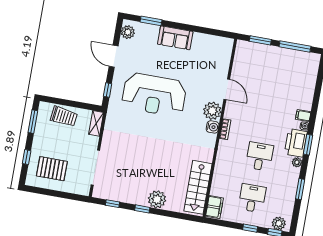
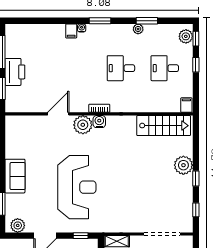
printer: (296, 143) -> (15, 72), moved, turned -90
plant: (297, 162) -> (138, 29), moved
filing cabinet: (214, 207) -> (186, 105), width x0.50

